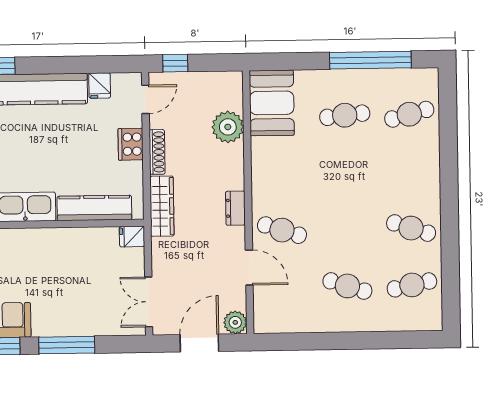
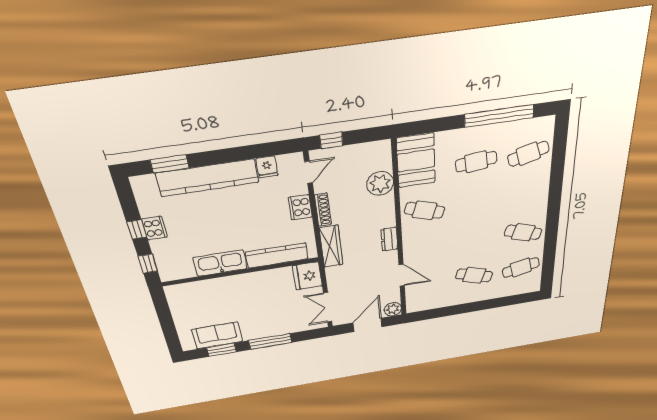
cafe table: (282, 230) -> (425, 210), moved
fridge: (132, 236) -> (307, 276), width x1.88, depth x1.34

